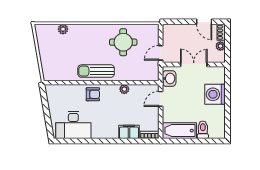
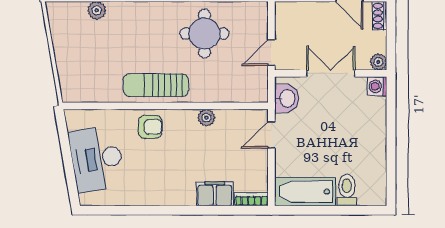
plant: (220, 46) -> (378, 62), moved
washing machine: (215, 94) -> (377, 86), moved, width x0.53, depth x0.53
desk: (73, 125) -> (97, 159), moved, turned 80

